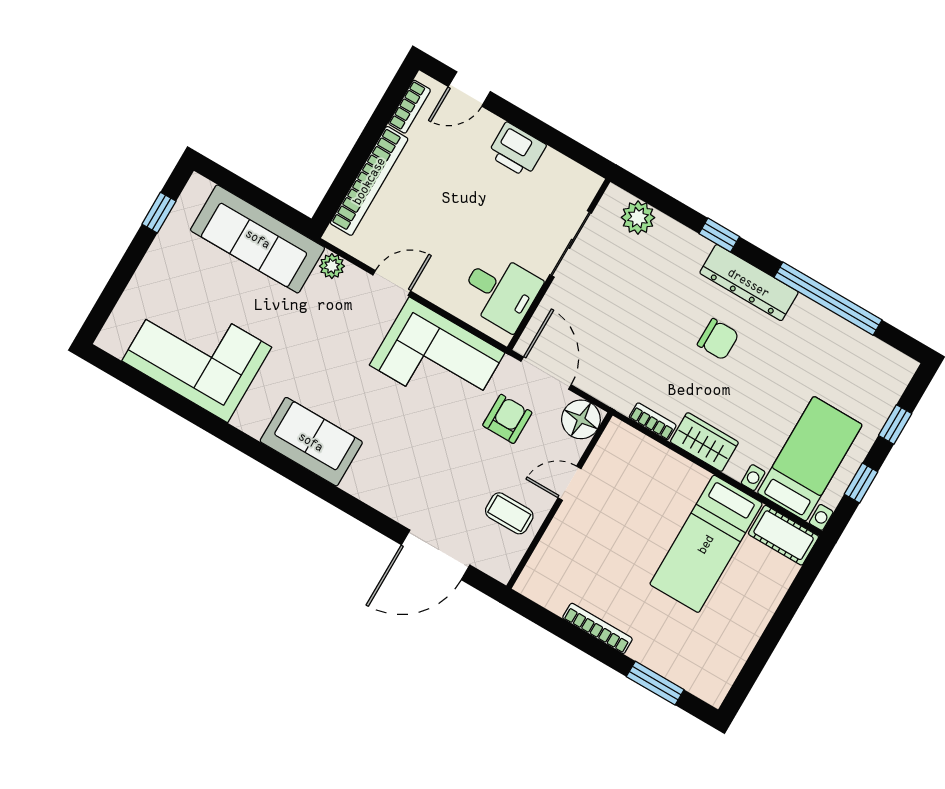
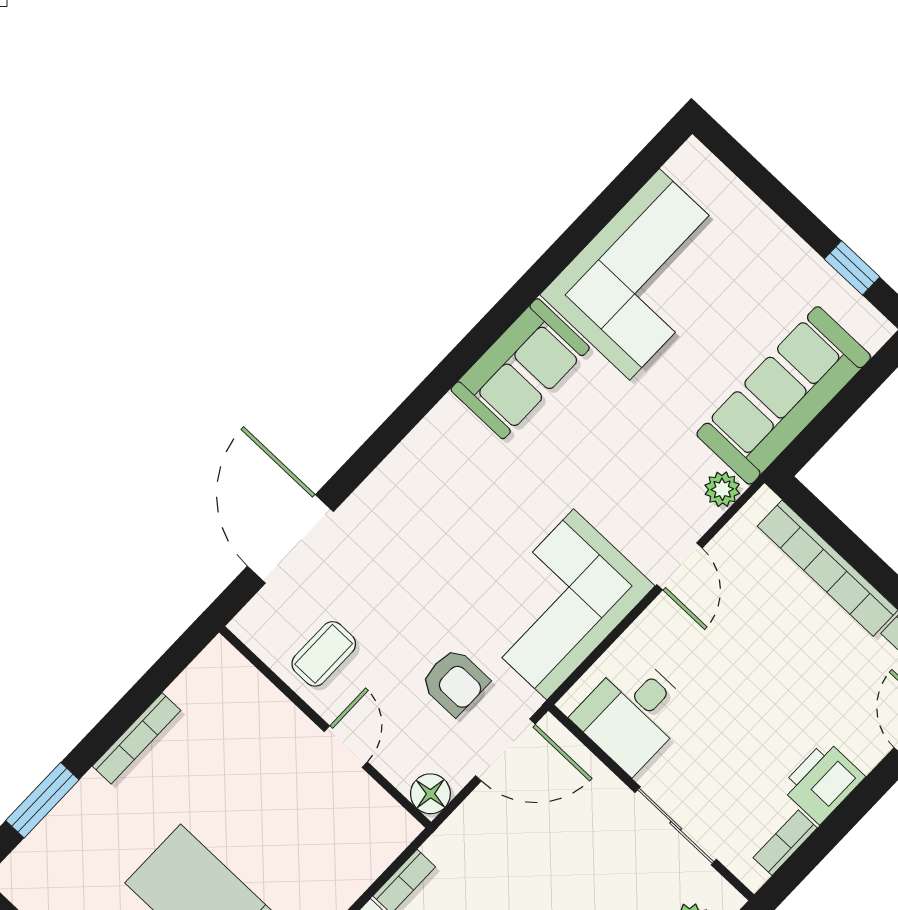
bookcase: (565, 166) -> (785, 843), added
floor lamp: (581, 419) -> (430, 794), width x0.73, depth x0.73
sofa: (311, 442) -> (520, 369), moved

